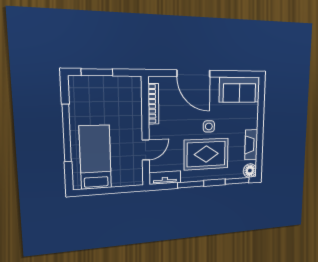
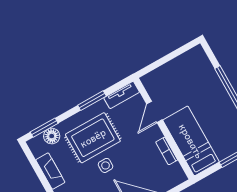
bookcase: (153, 104) -> (167, 151), width x0.64
bed: (95, 157) -> (191, 141), moved, turned 180
floor lamp: (250, 171) -> (52, 136), moved

